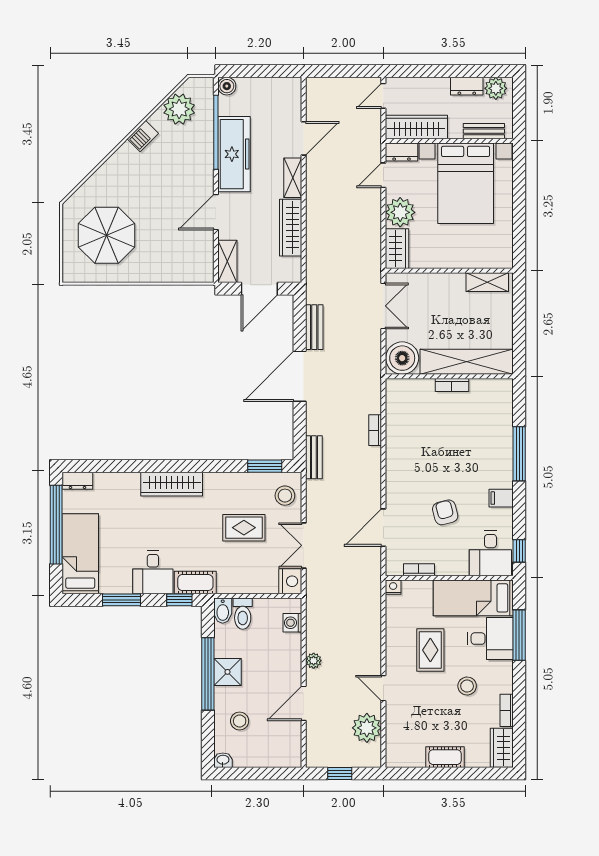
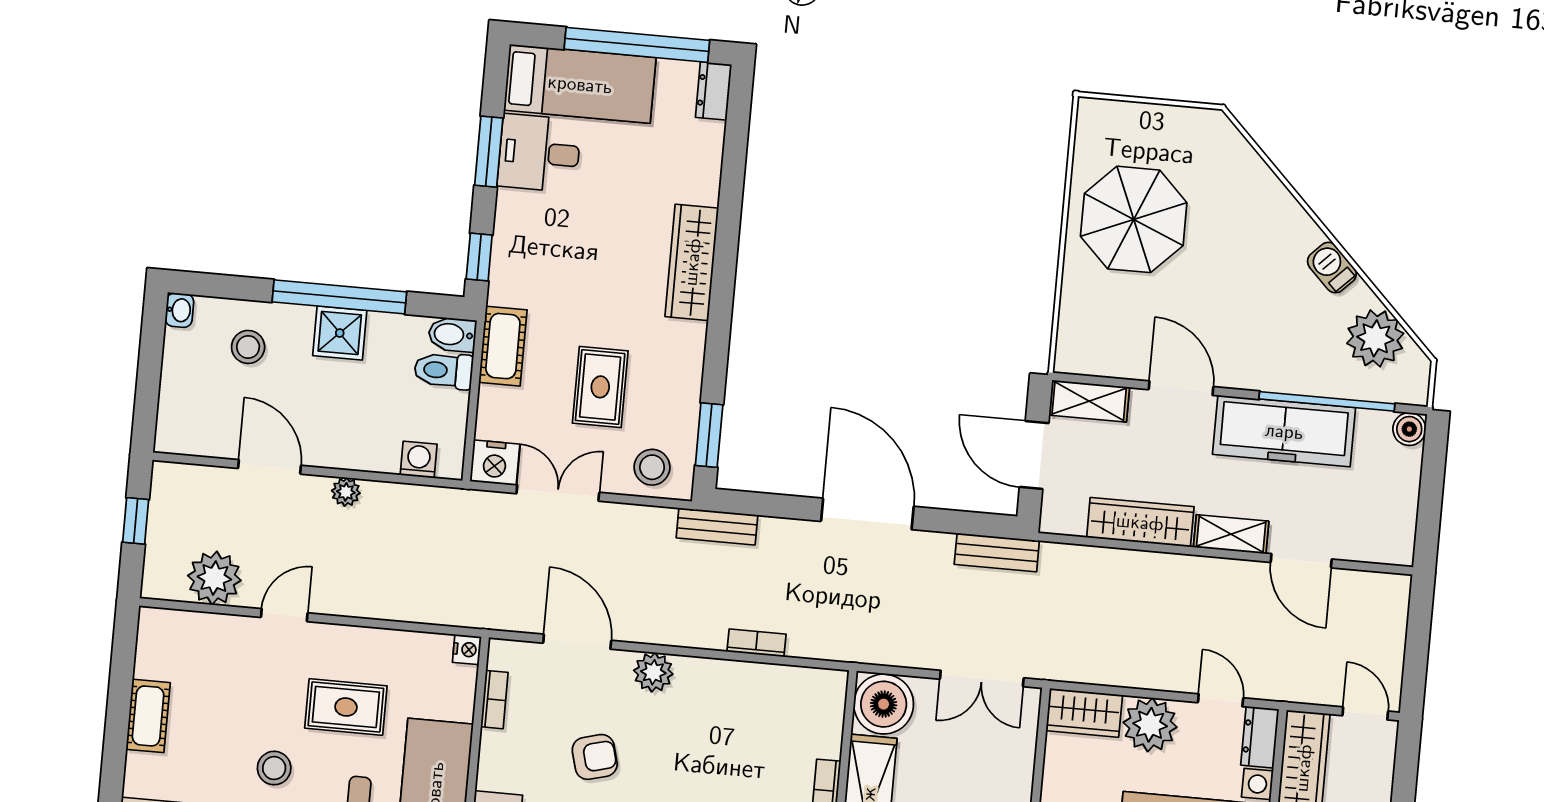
parasol: (107, 235) -> (1134, 219), moved
bench: (314, 327) -> (997, 553), moved
plant: (396, 485) -> (653, 672), added
desk: (153, 572) -> (539, 153), moved
cot: (195, 583) -> (503, 346), moved

